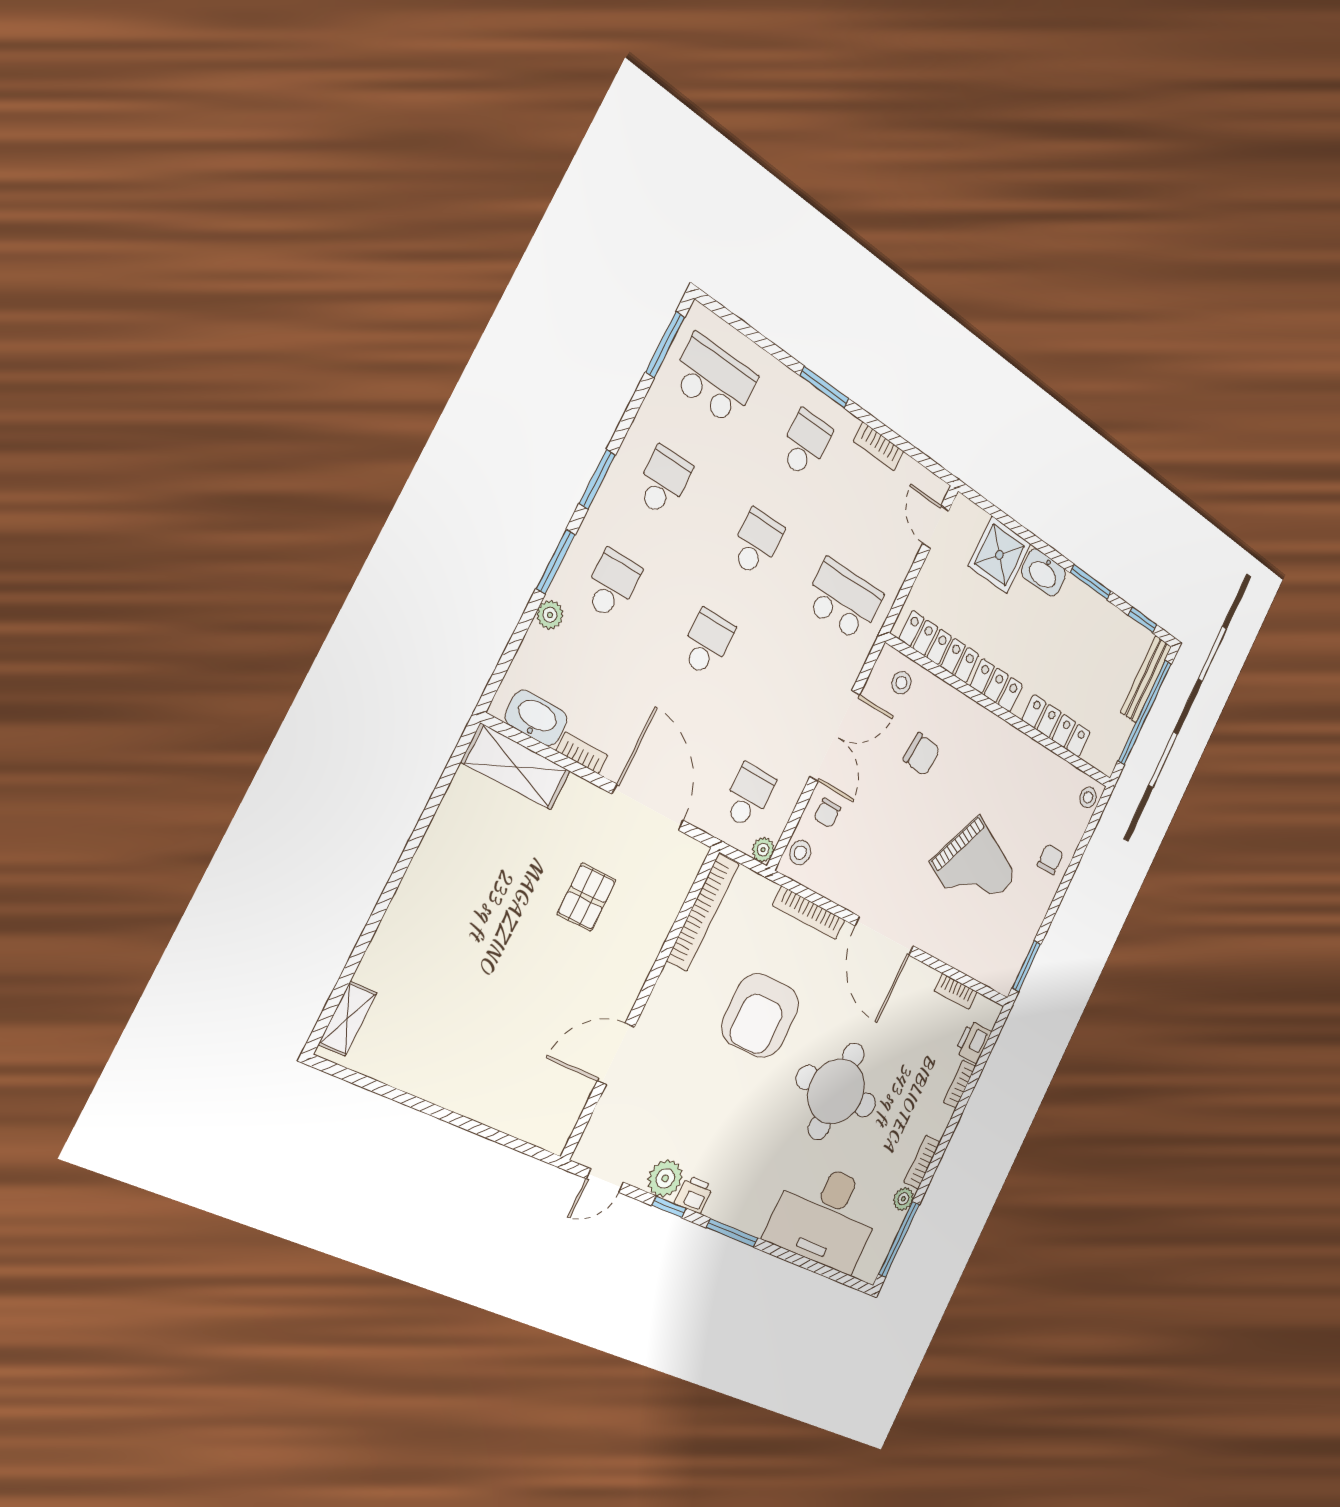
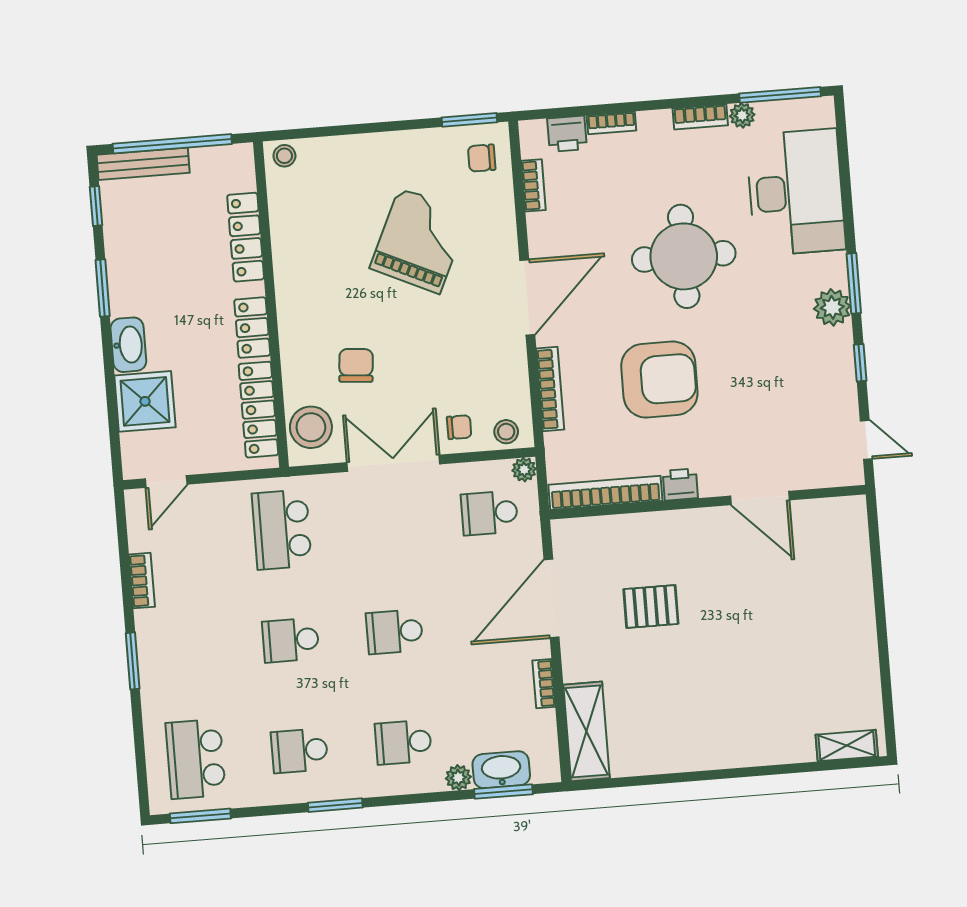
school desk: (805, 444) -> (187, 648), removed
window: (556, 562) -> (503, 792), moved
stool: (901, 683) -> (311, 427), width x1.89, depth x1.89
washbasin: (536, 718) -> (501, 770), moved, turned 90
chair: (1050, 859) -> (482, 158), moved
plant: (665, 1178) -> (832, 307), moved
printer: (694, 1194) -> (680, 484), moved, turned 90

